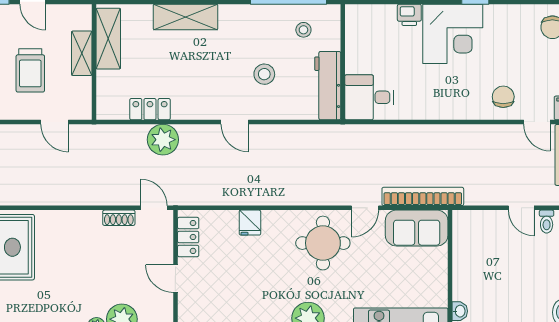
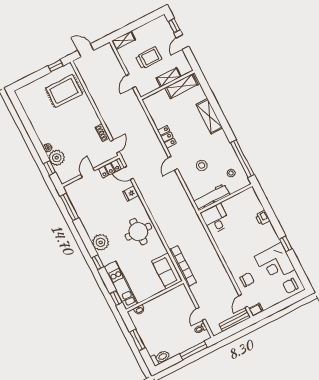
corner desk: (453, 34) -> (275, 263), moved
trolley: (30, 70) -> (149, 58), turned 180
locker: (150, 109) -> (167, 137), moved
plant: (163, 140) -> (148, 135), removed
door: (365, 208) -> (129, 173), moved

